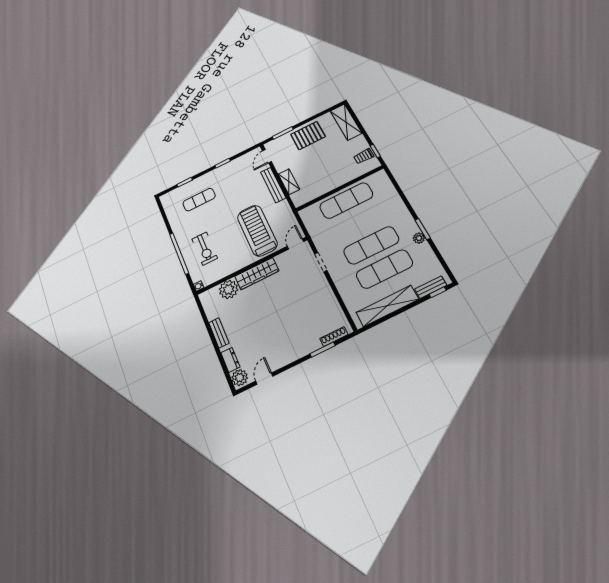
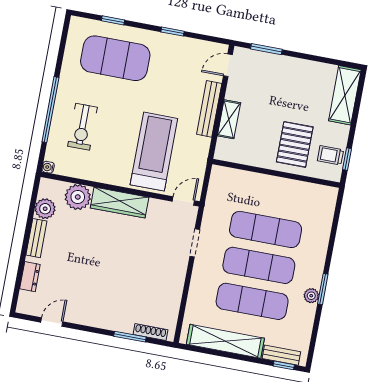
pallet: (308, 136) -> (295, 144), moved, turned 90
exercise mat: (199, 200) -> (115, 58), width x2.00, depth x1.45
exercise mat: (346, 201) -> (266, 229), moved
plant: (240, 378) -> (45, 209), moved

